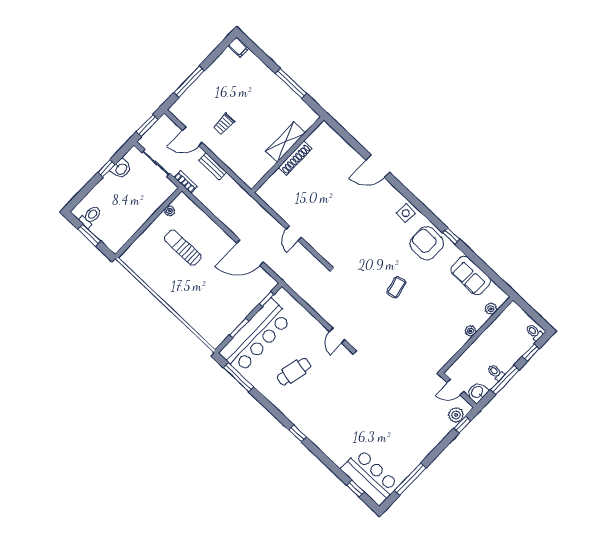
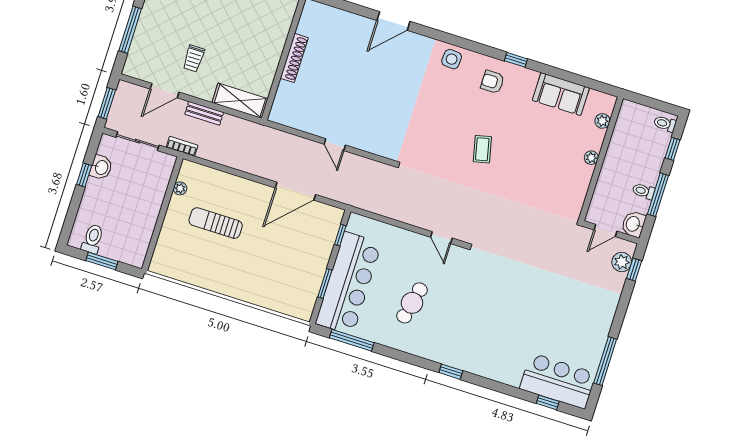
shelving: (285, 142) -> (240, 101), moved, turned 90
armchair: (427, 243) -> (492, 82), width x0.53, depth x0.53

